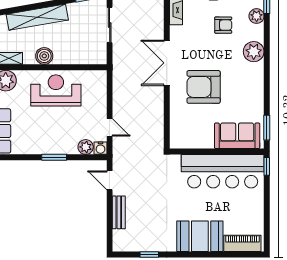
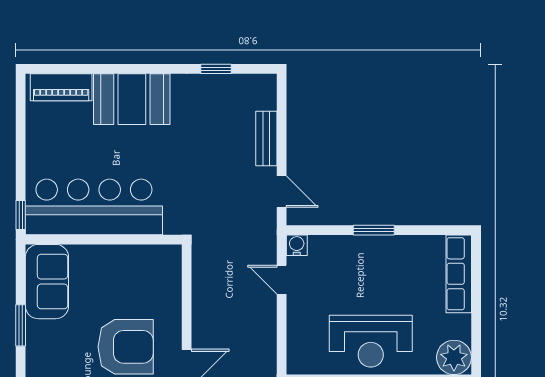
window: (267, 128) -> (21, 325), moved
sofa: (237, 136) -> (47, 282), moved, turned -90
plant: (86, 147) -> (321, 247), removed

